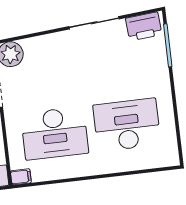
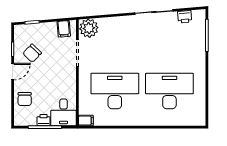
printer: (144, 26) -> (185, 17), width x0.53, depth x0.68
desk: (55, 133) -> (115, 91), turned 180

